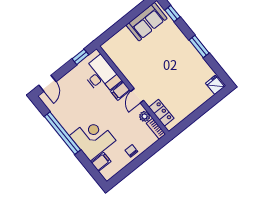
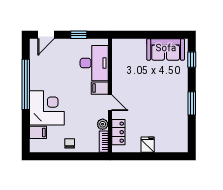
window: (80, 57) -> (79, 35), moved
fridge: (215, 85) -> (148, 145), moved
door: (137, 96) -> (110, 103), swing flipped

